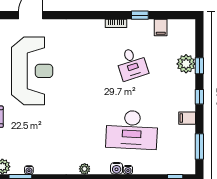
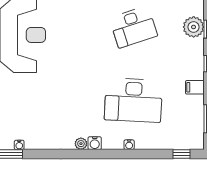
desk: (132, 64) -> (133, 27), width x1.37
water cooler: (117, 168) -> (95, 143), moved

